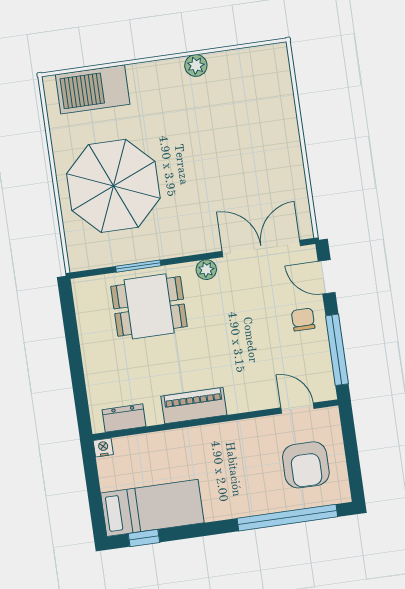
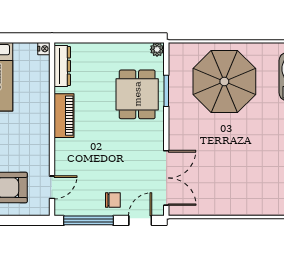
plant: (206, 270) -> (157, 49), moved
dresser: (124, 418) -> (62, 66), width x1.44

